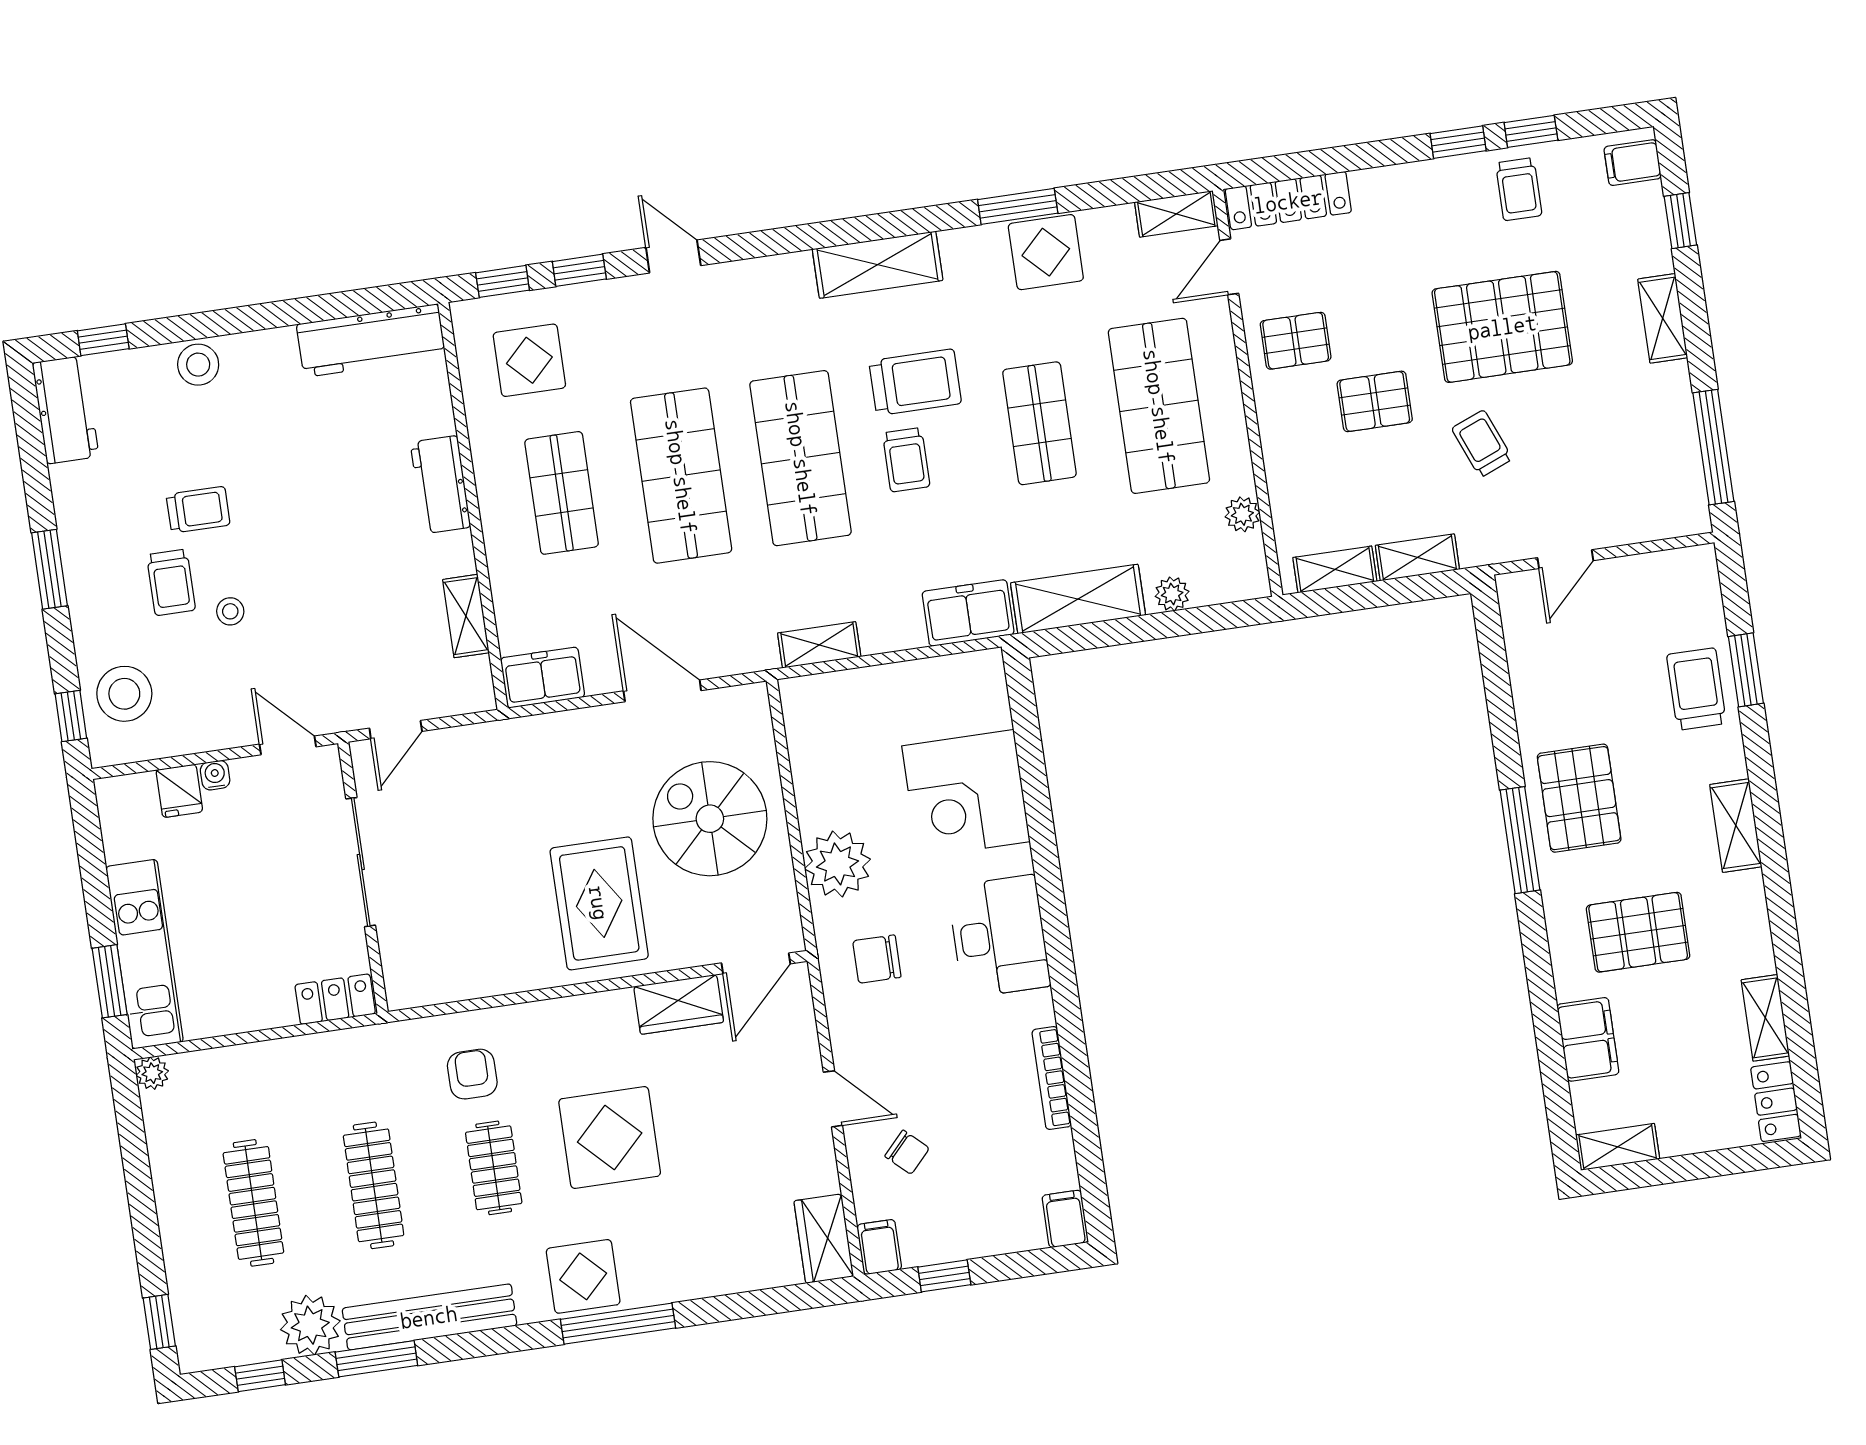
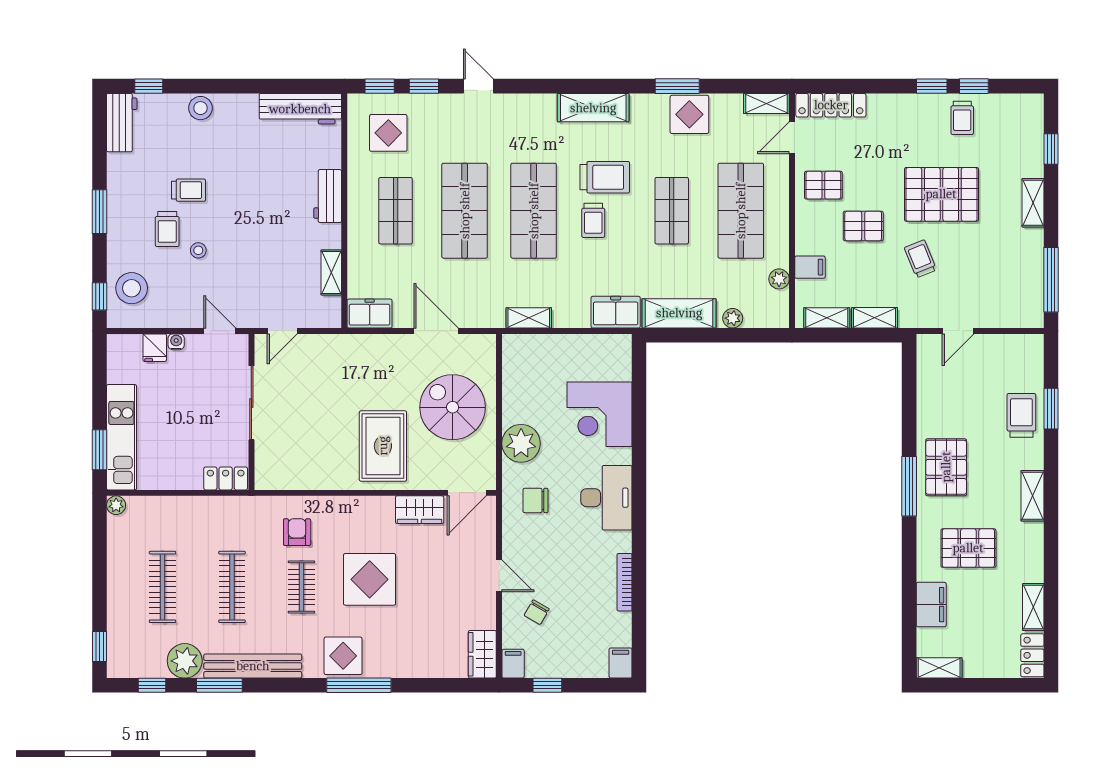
filing cabinet: (1633, 163) -> (810, 267), moved, turned 180
chair: (907, 1152) -> (537, 612), turned 77

